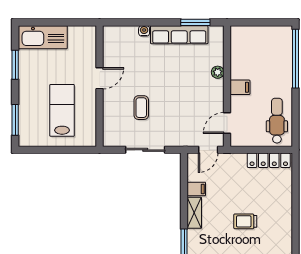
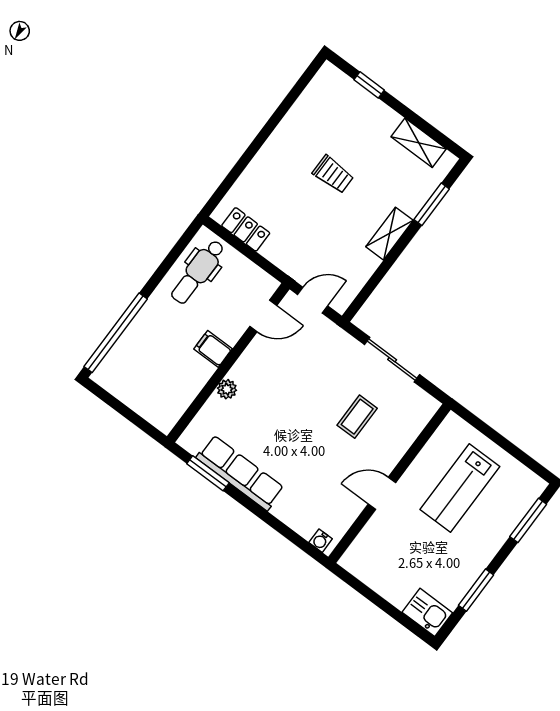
water cooler: (144, 31) -> (321, 541), moved
kitchen sink: (43, 37) -> (427, 612), width x0.53, depth x0.81
locker: (269, 160) -> (246, 229), width x0.66
filing cabinet: (196, 189) -> (364, 262), removed

